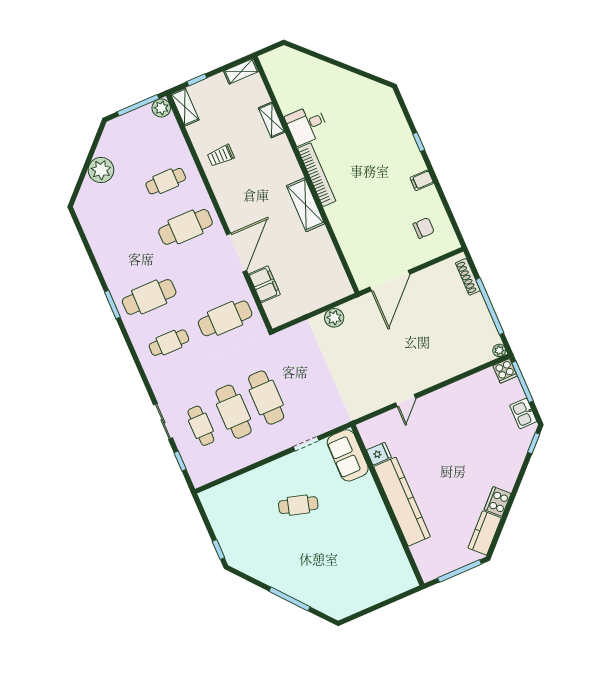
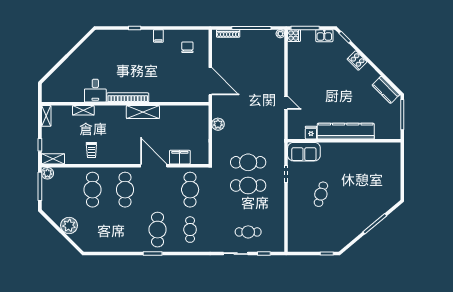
cafe table: (166, 181) -> (93, 190), width x1.37, depth x1.35
cafe table: (234, 412) -> (248, 162), moved
cooker: (498, 501) -> (357, 60), moved

